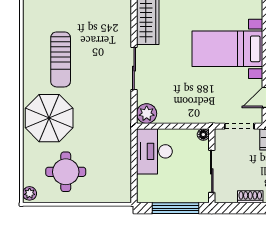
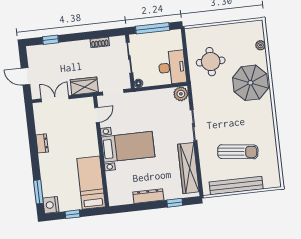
sun lounger: (61, 59) -> (238, 152), moved, turned 97
round table: (66, 172) -> (211, 62), moved
plant: (30, 193) -> (260, 45), moved

